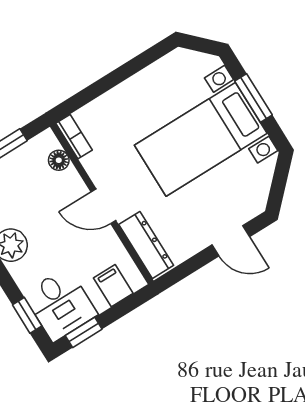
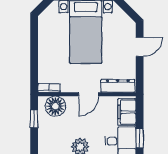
floor lamp: (59, 160) -> (55, 106), width x1.89, depth x1.89
filing cabinet: (113, 286) -> (127, 112), width x2.00

